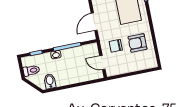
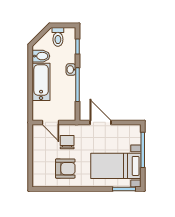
armchair: (137, 43) -> (65, 169), turned 90
door: (102, 63) -> (50, 122), swing flipped
bathtub: (71, 77) -> (41, 82), added

